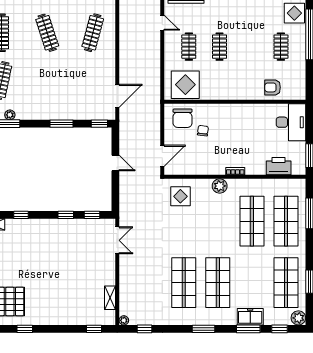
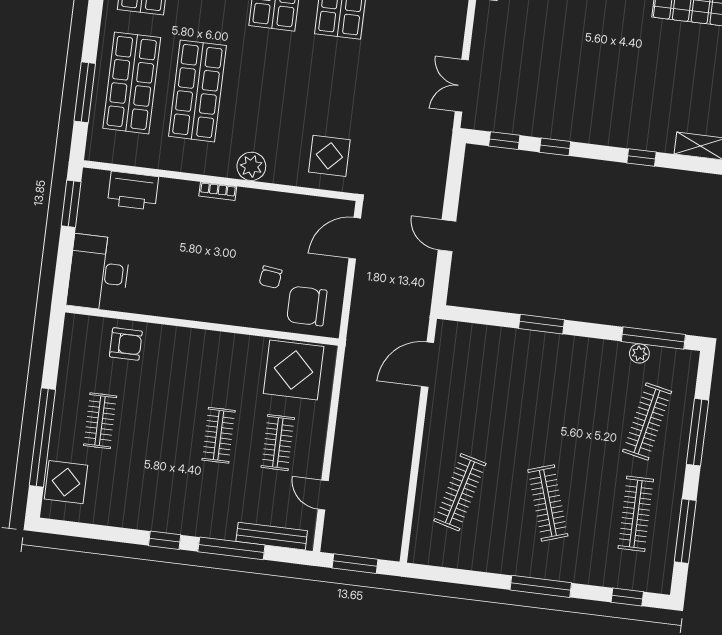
chair: (183, 118) -> (307, 306), turned -90
window: (99, 124) -> (469, 315), removed

